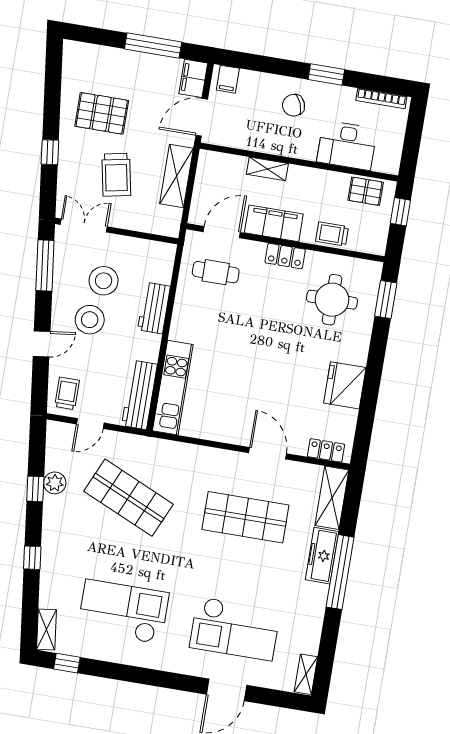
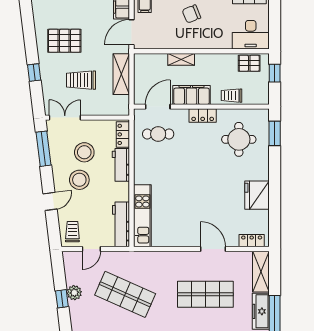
desk: (347, 145) -> (251, 35), moved
trolley: (116, 175) -> (81, 80), turned 101
locker: (164, 264) -> (123, 134), added

